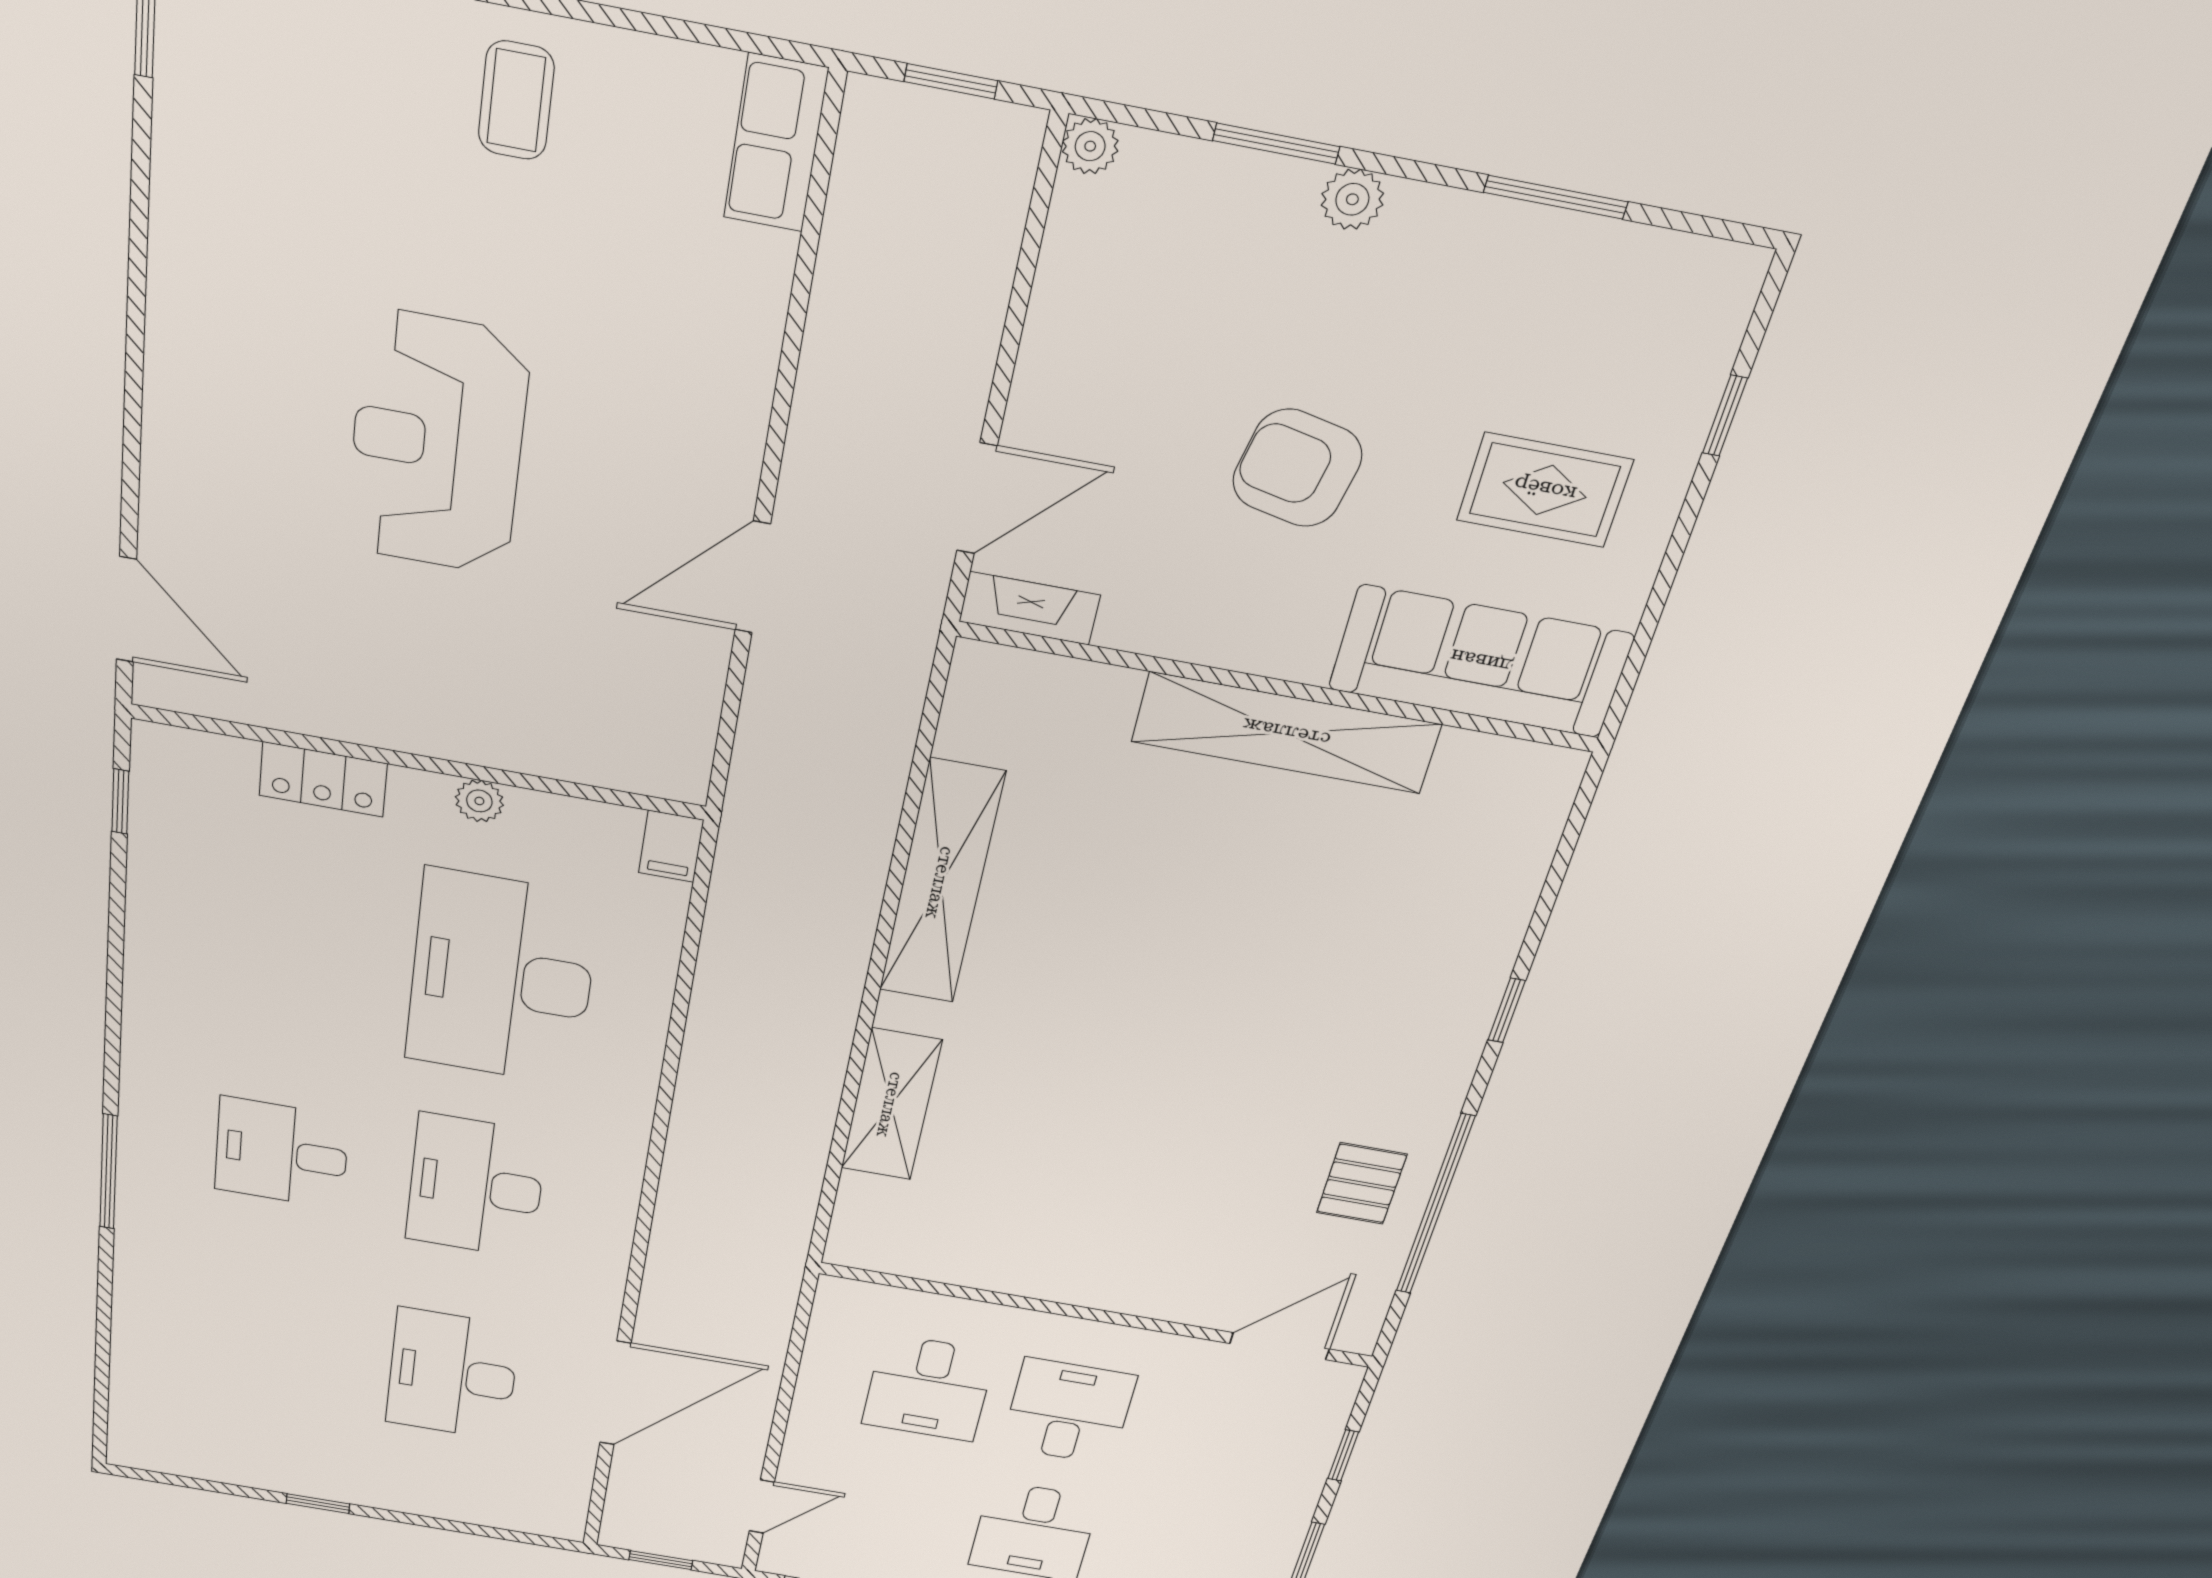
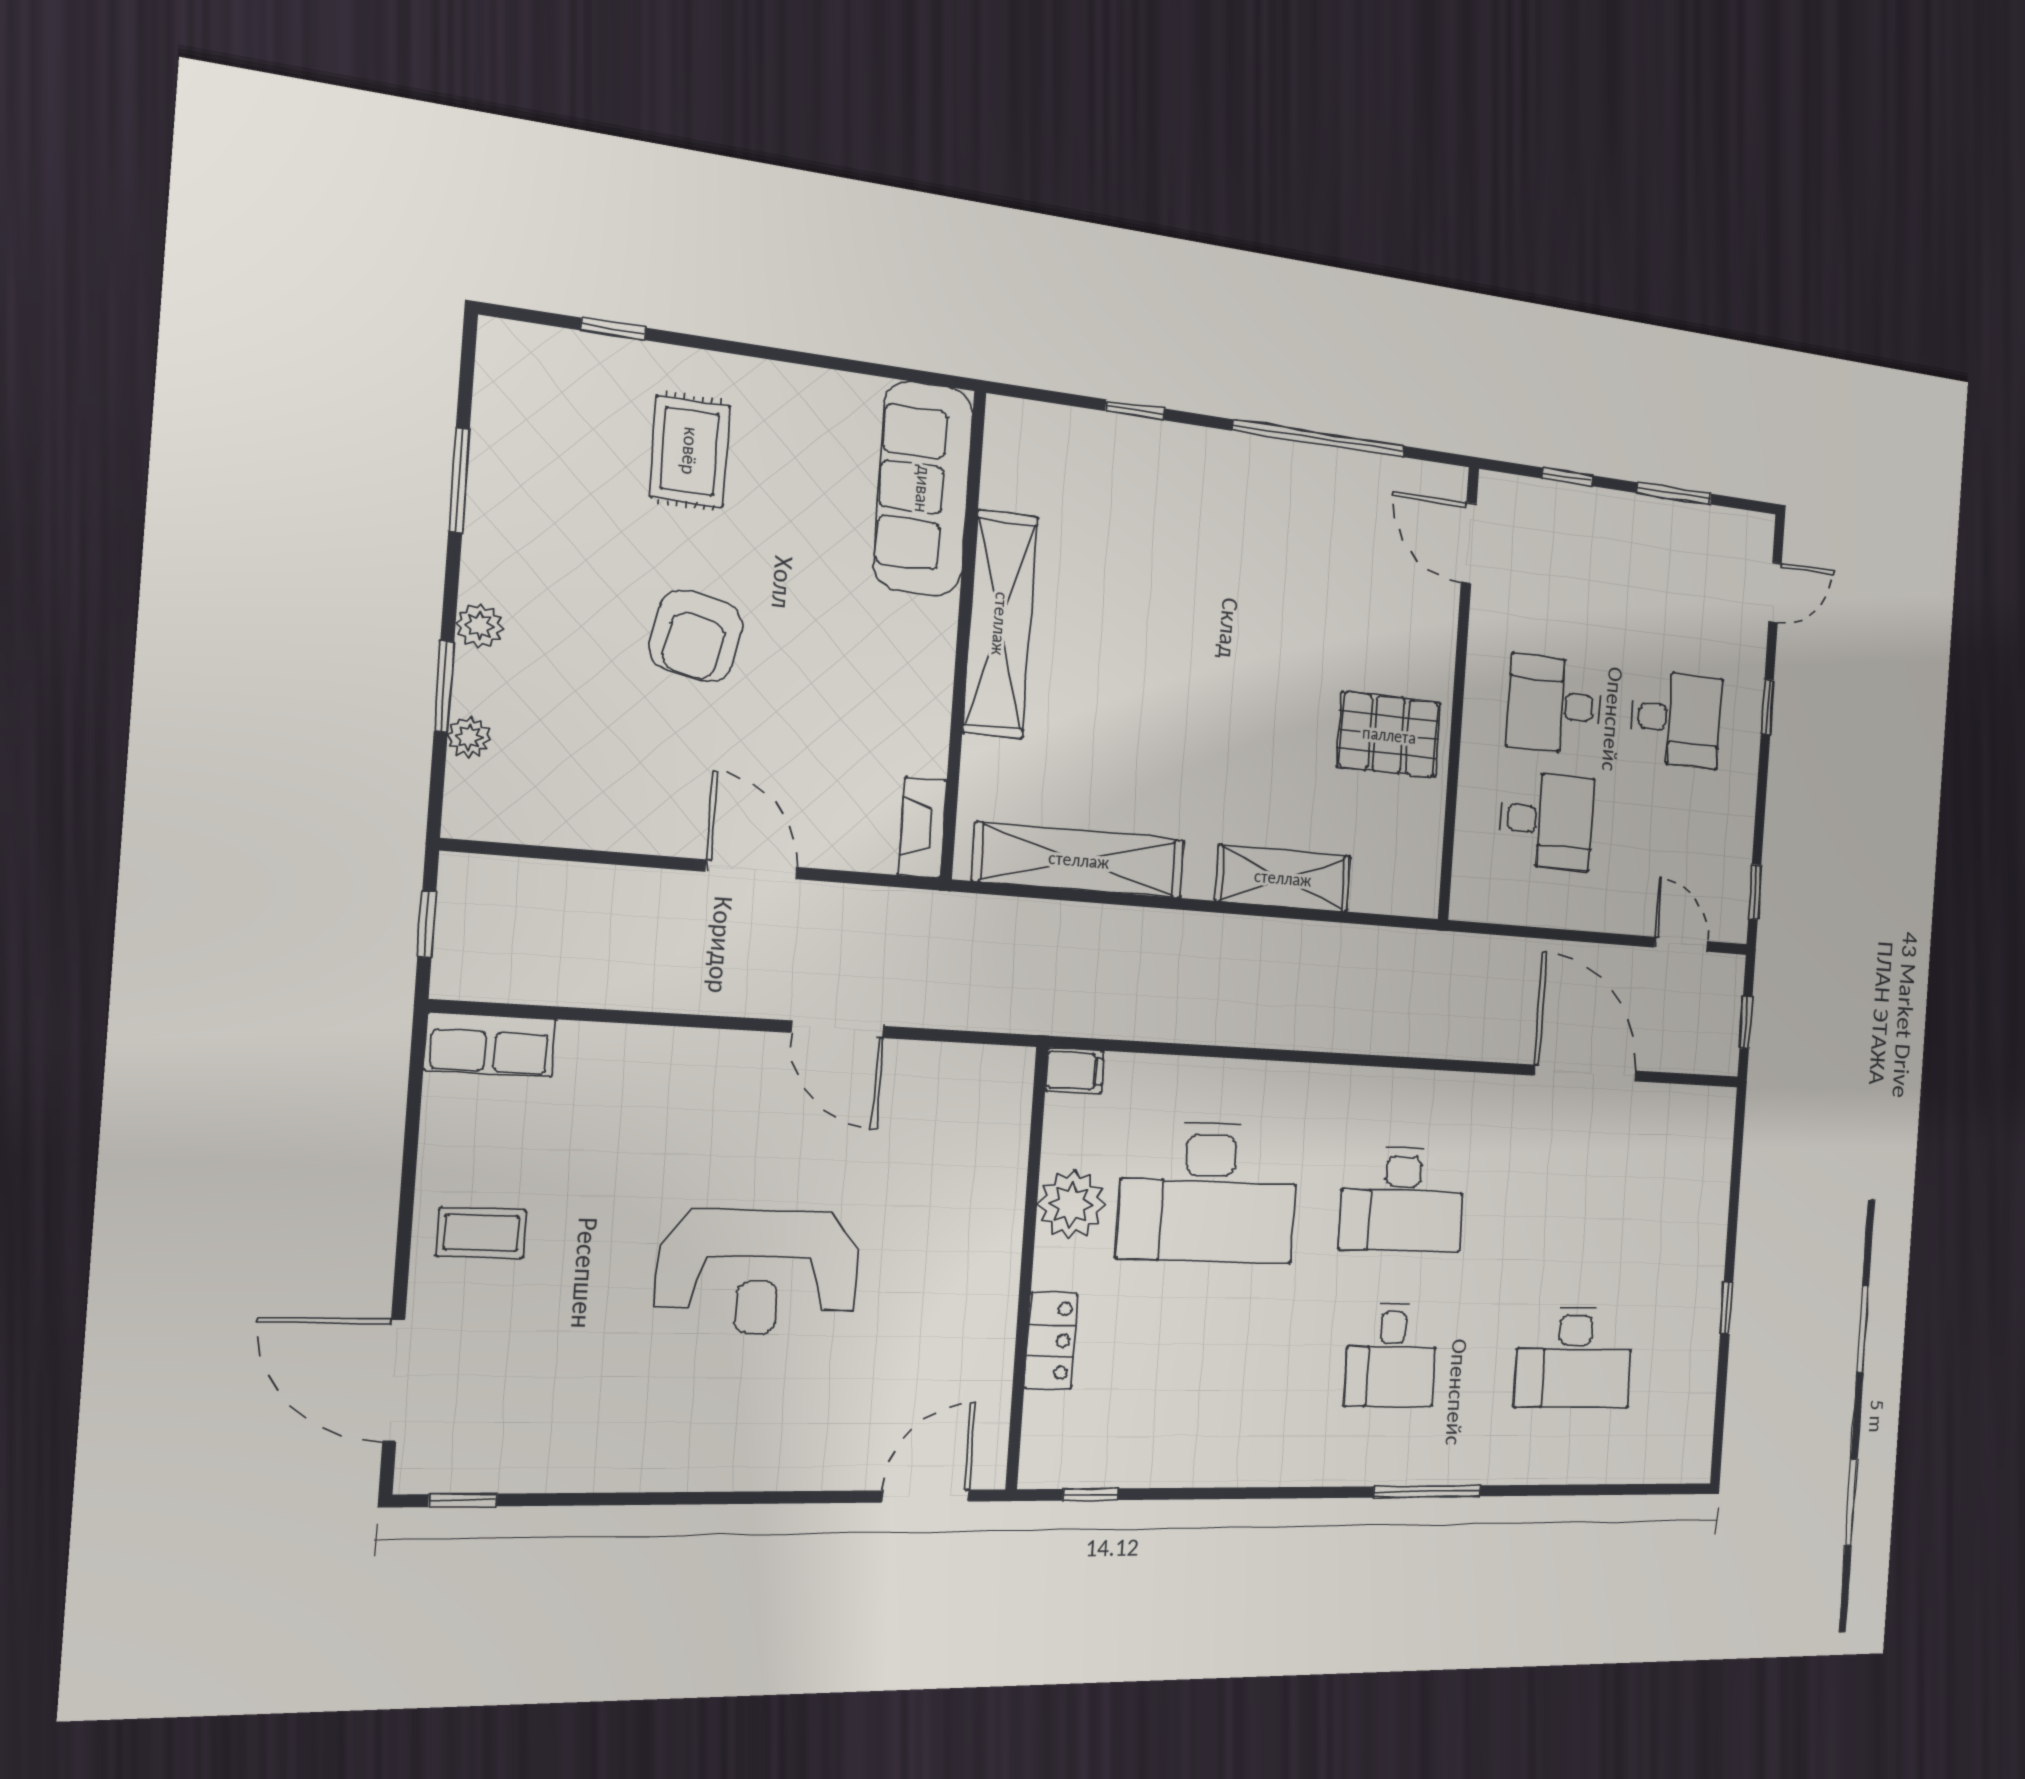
plant: (1090, 146) -> (469, 737), moved
fireplace: (1030, 608) -> (922, 828), moved
sofa: (1481, 662) -> (923, 489), moved
wall: (1278, 687) -> (963, 635), moved
shelving: (1286, 733) -> (1000, 624), moved
plant: (479, 801) -> (1071, 1204), width x1.87, depth x1.87
pallet: (1362, 1184) -> (1389, 735), moved, width x1.50, depth x1.42
desk: (452, 1375) -> (1574, 1357), moved

